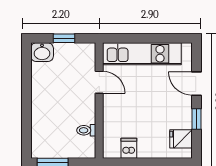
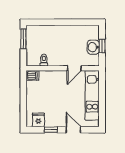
washbasin: (42, 52) -> (93, 47), moved
door: (196, 84) -> (73, 130), hinge flipped
dishwasher: (129, 148) -> (32, 75), moved

